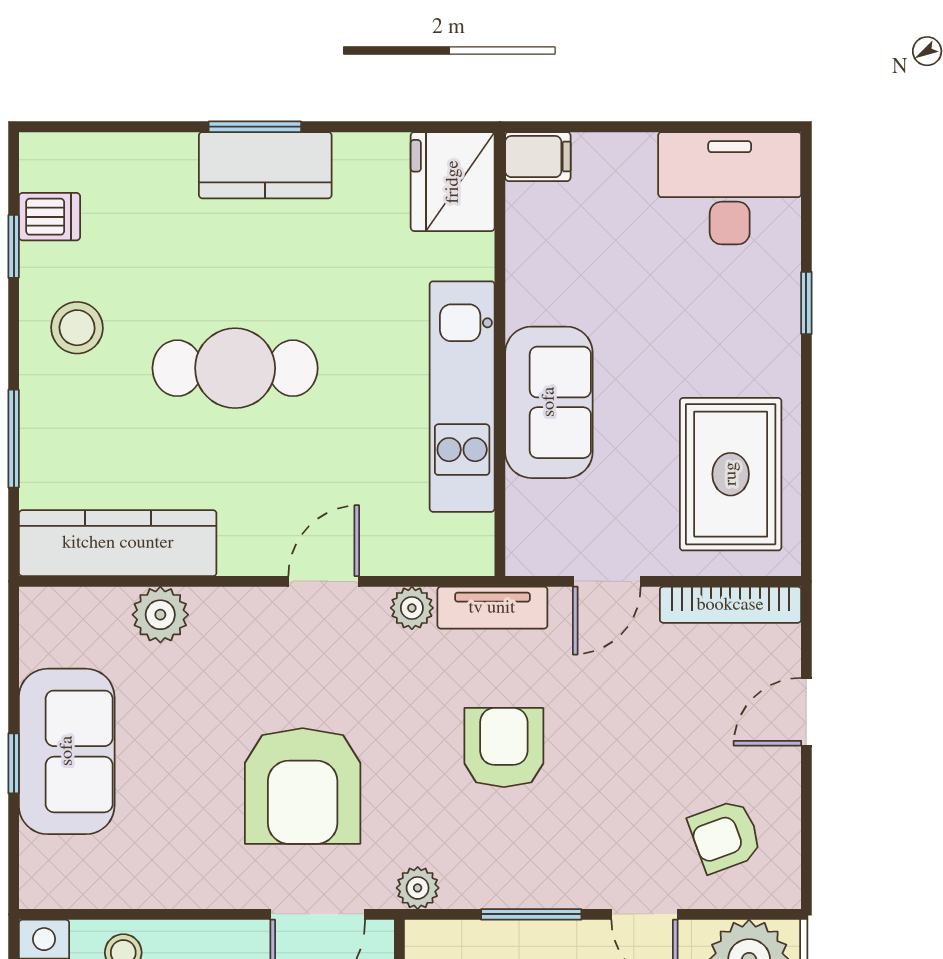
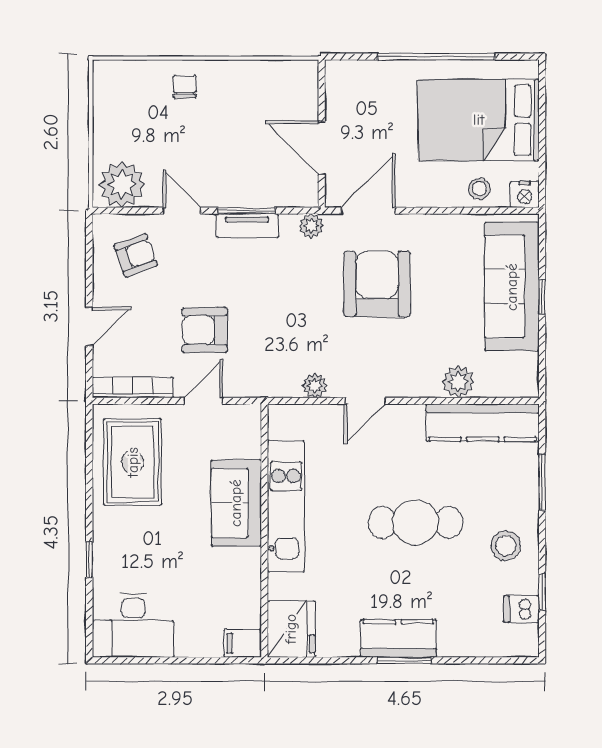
tv unit: (492, 608) -> (247, 226), moved, turned 180
armchair: (504, 748) -> (205, 330), moved, turned 90
sofa: (67, 751) -> (512, 287), width x1.36

